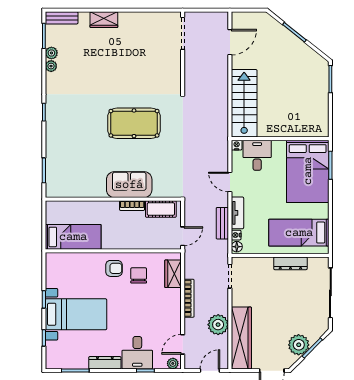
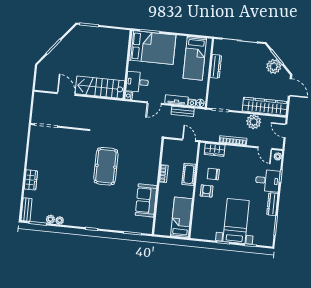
door: (230, 42) -> (66, 94), moved
sofa: (129, 185) -> (146, 200), moved
cot: (161, 209) -> (189, 174), moved

